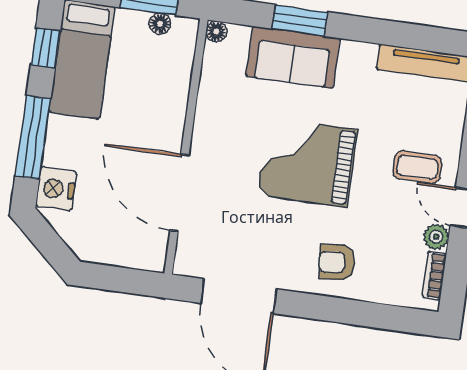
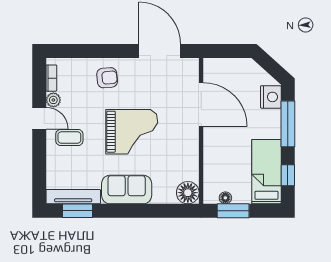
window: (300, 20) -> (78, 211), moved
floor lamp: (216, 31) -> (188, 193), width x1.89, depth x1.89
sofa: (293, 57) -> (127, 190), moved

